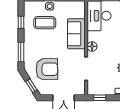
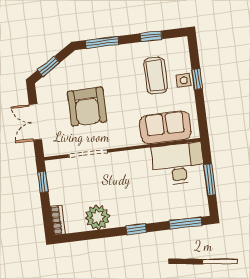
sofa: (76, 34) -> (165, 128), moved
floor lamp: (92, 46) -> (126, 159), removed
armchair: (47, 69) -> (87, 107), moved

